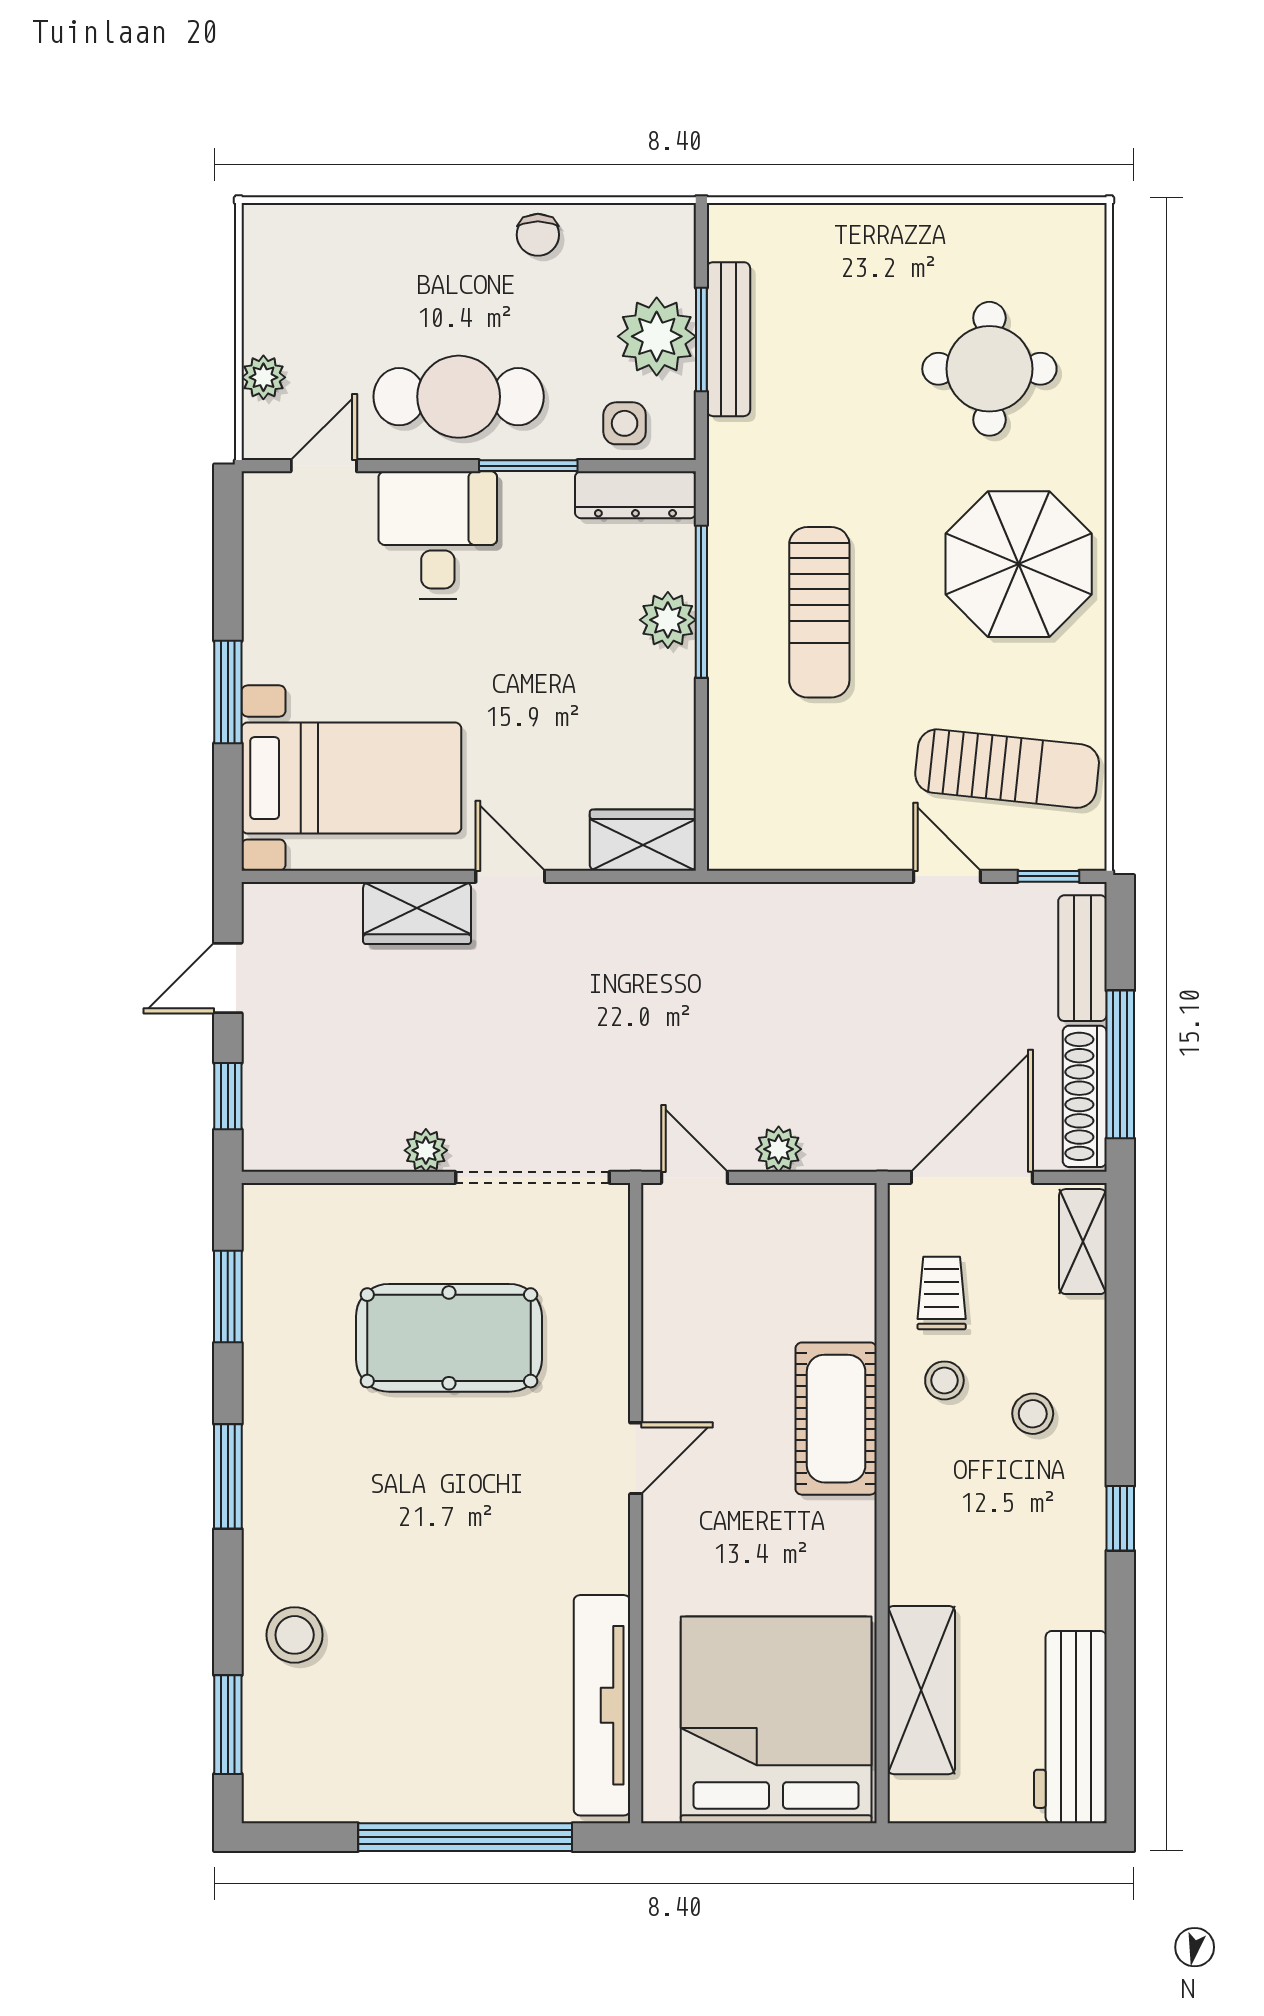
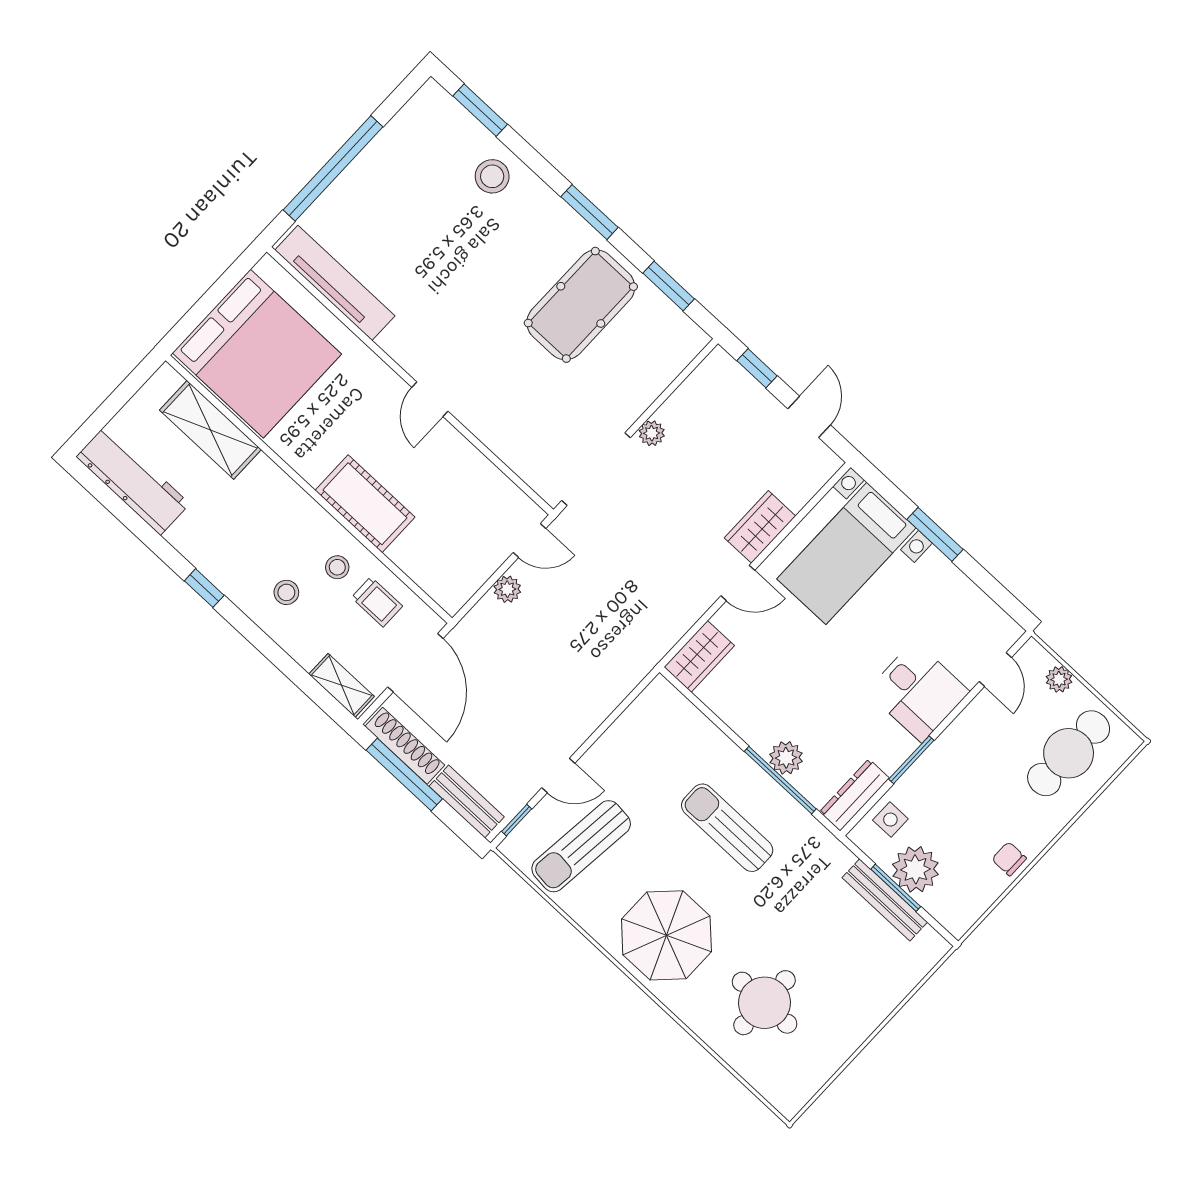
cafe table: (459, 397) -> (1069, 753), moved
pool table: (449, 1338) -> (581, 305), moved

